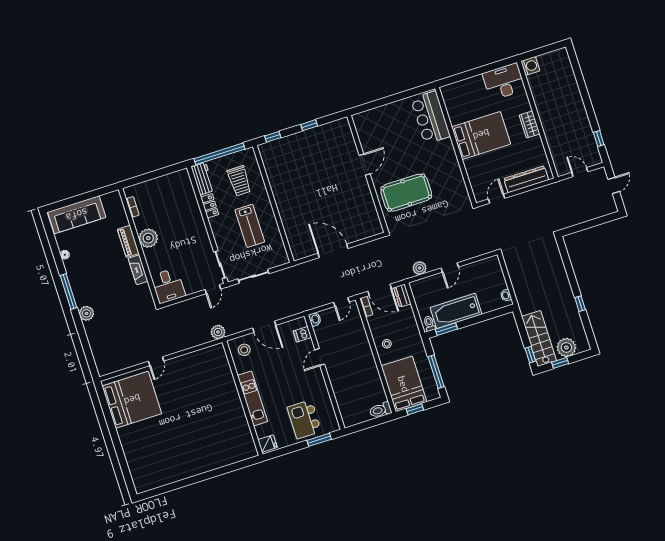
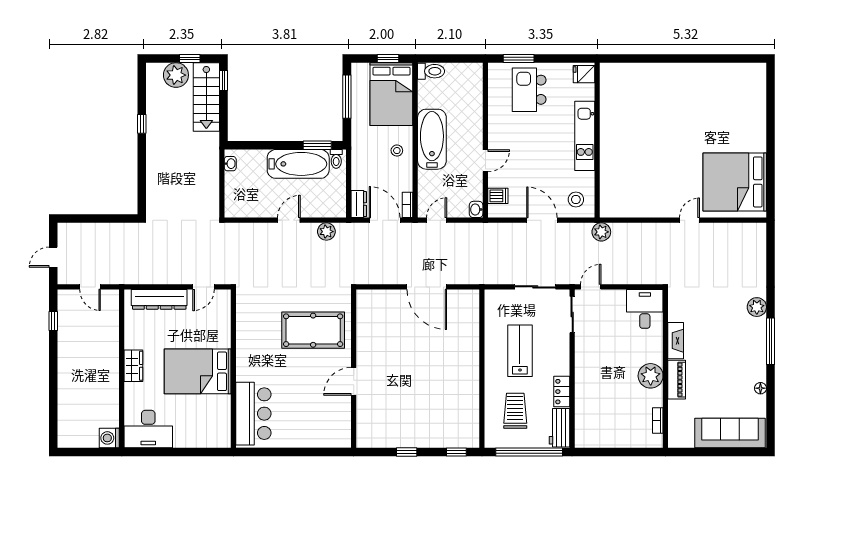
bathtub: (364, 360) -> (432, 139), added
kitchen island: (304, 419) -> (529, 90), turned 180

